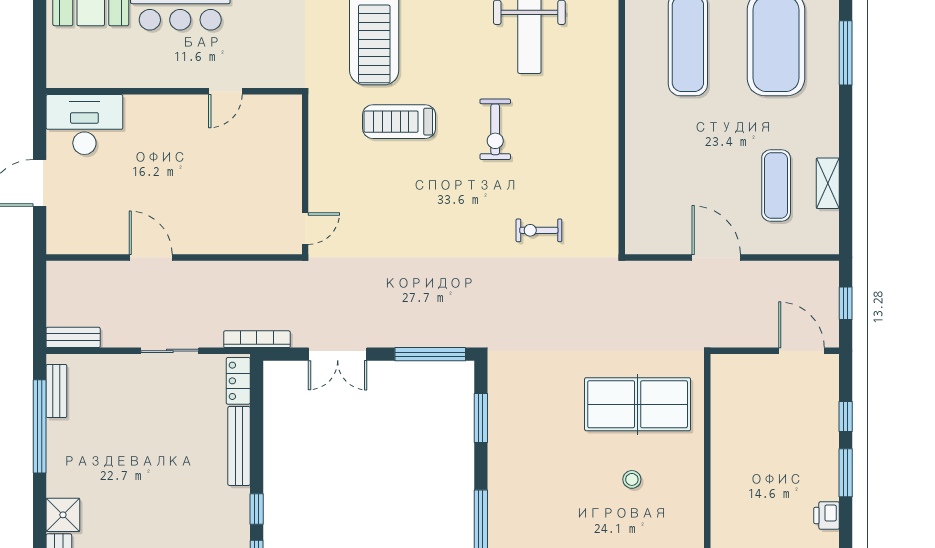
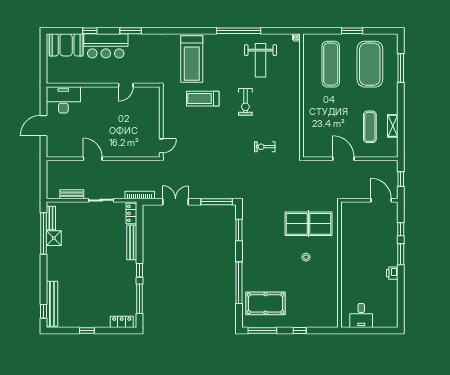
bench: (73, 337) -> (72, 194), moved
double door: (338, 354) -> (176, 202), swing flipped
shower: (63, 515) -> (54, 238), moved

